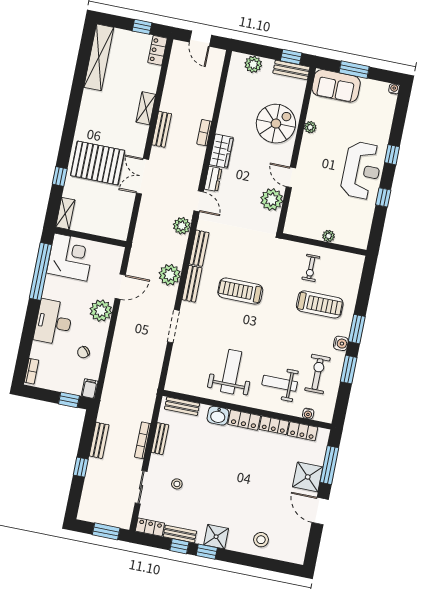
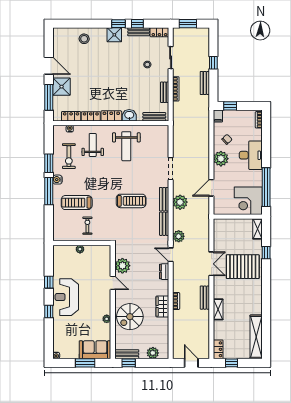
wardrobe: (221, 151) -> (162, 306), moved
plant: (101, 311) -> (221, 159), moved
window: (357, 329) -> (49, 191), width x1.44
weight bench: (280, 383) -> (93, 145), turned -90

